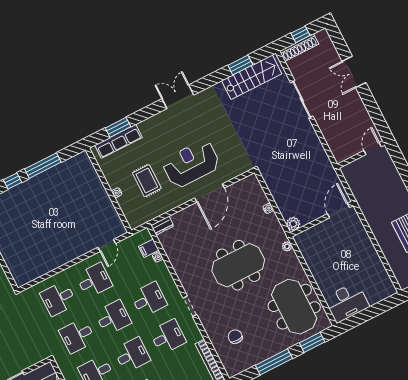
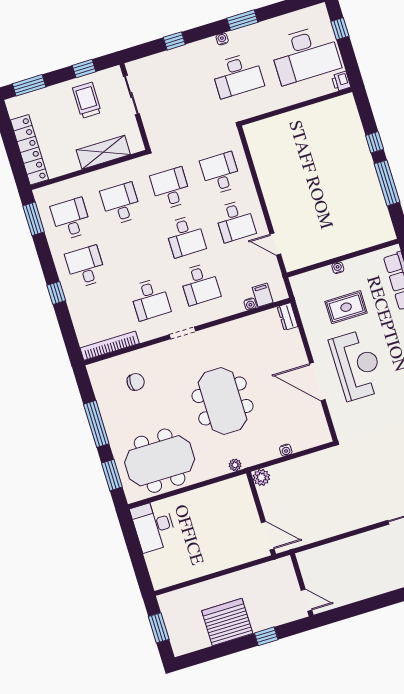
door: (373, 149) -> (306, 600), moved
wall: (361, 154) -> (302, 585), moved
desk: (132, 355) -> (135, 251), removed

